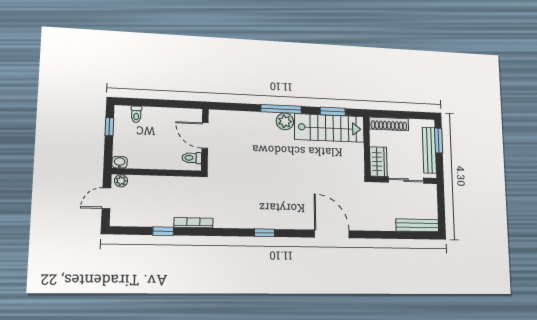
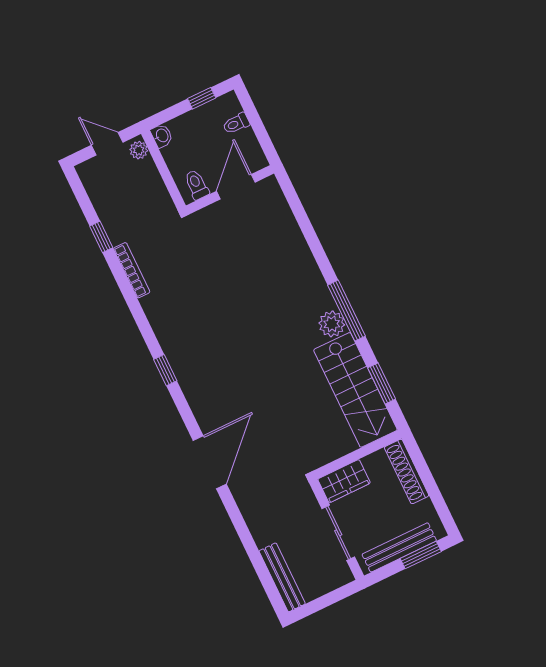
door: (205, 135) -> (236, 187), moved
wall: (205, 140) -> (230, 190), moved
toilet: (192, 158) -> (197, 185), moved

